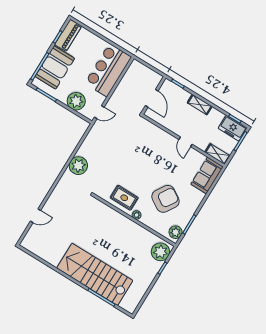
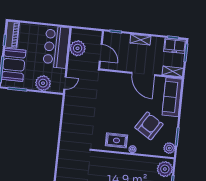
door: (185, 142) -> (143, 74), width x1.88
plant: (78, 166) -> (78, 48), moved
sofa: (207, 175) -> (172, 97), width x1.36

